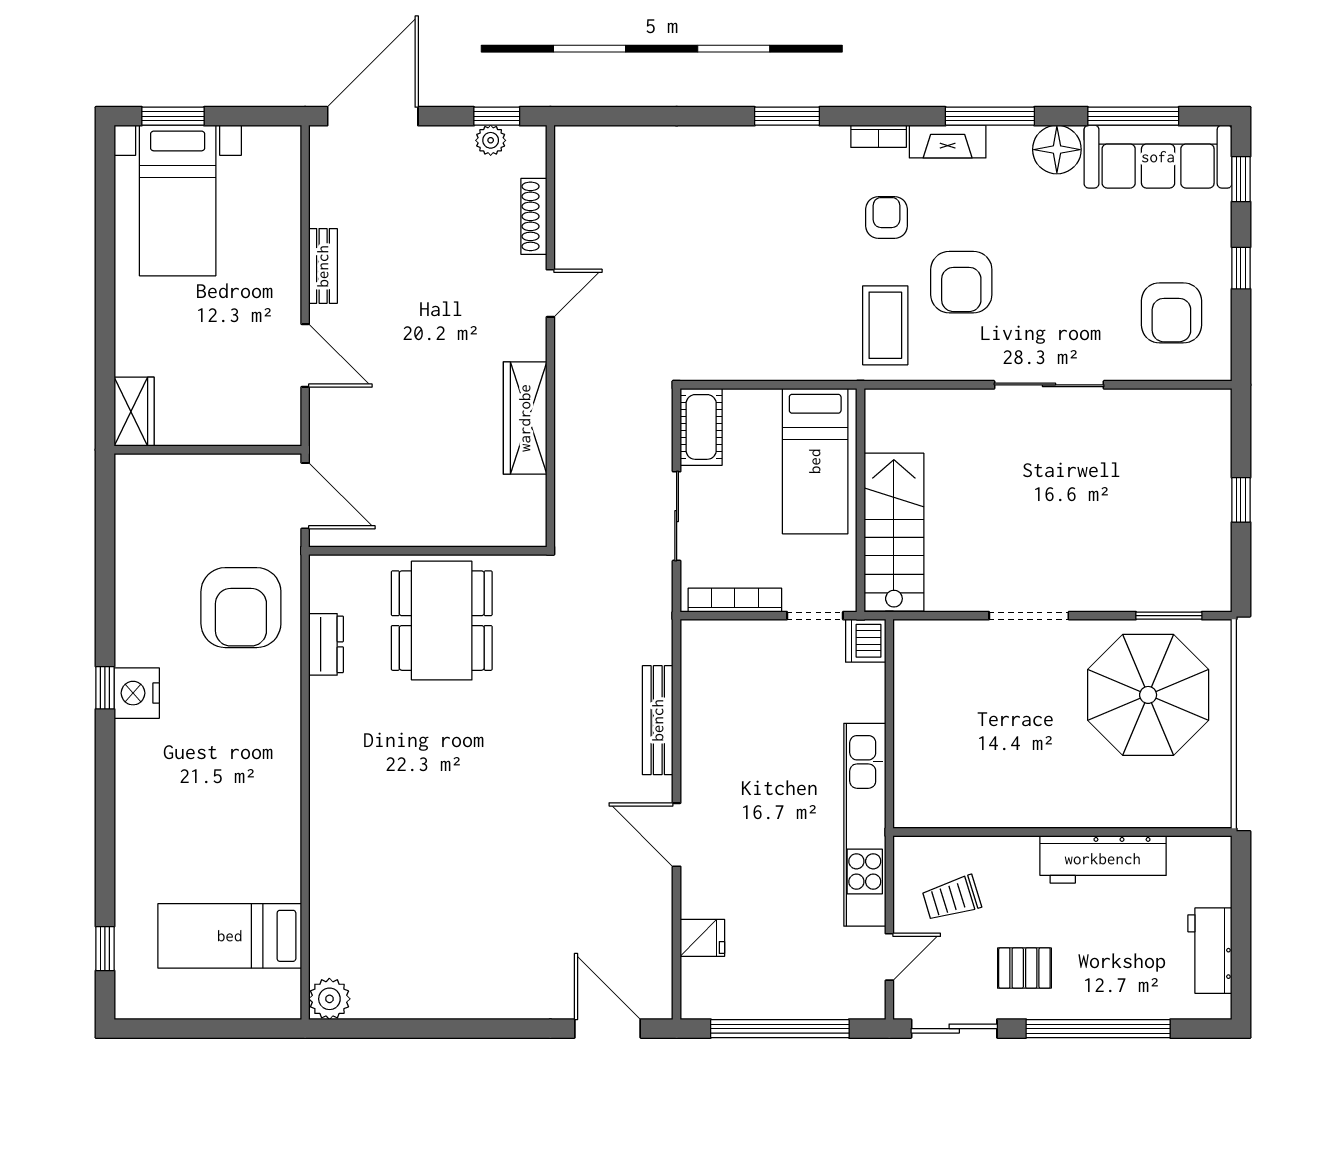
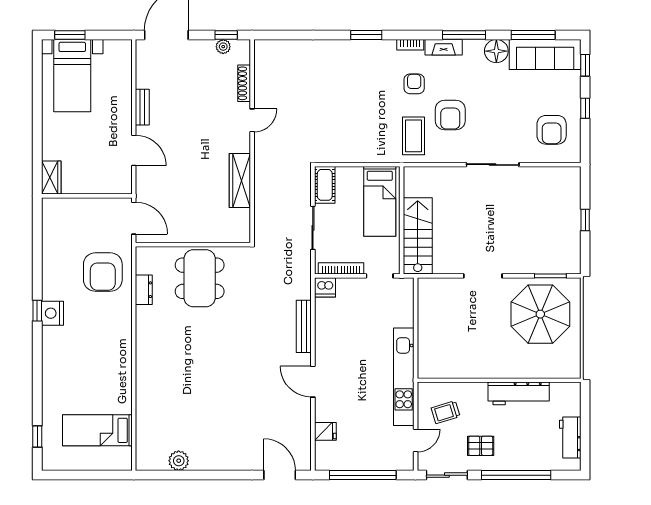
dishwasher: (866, 641) -> (325, 287), moved, turned -90
plant: (329, 999) -> (179, 461), moved

